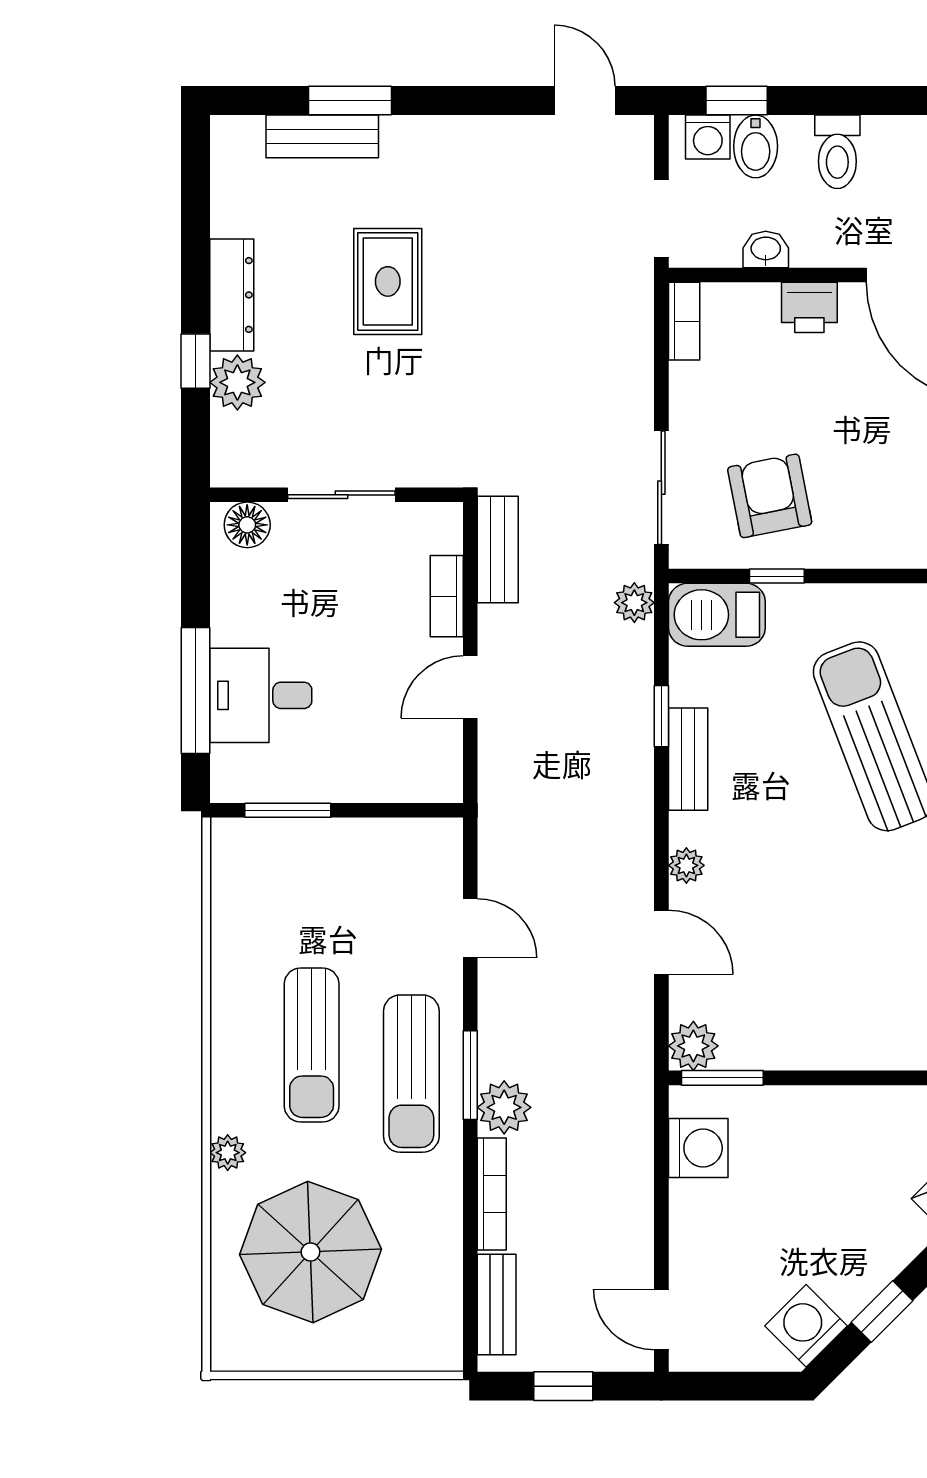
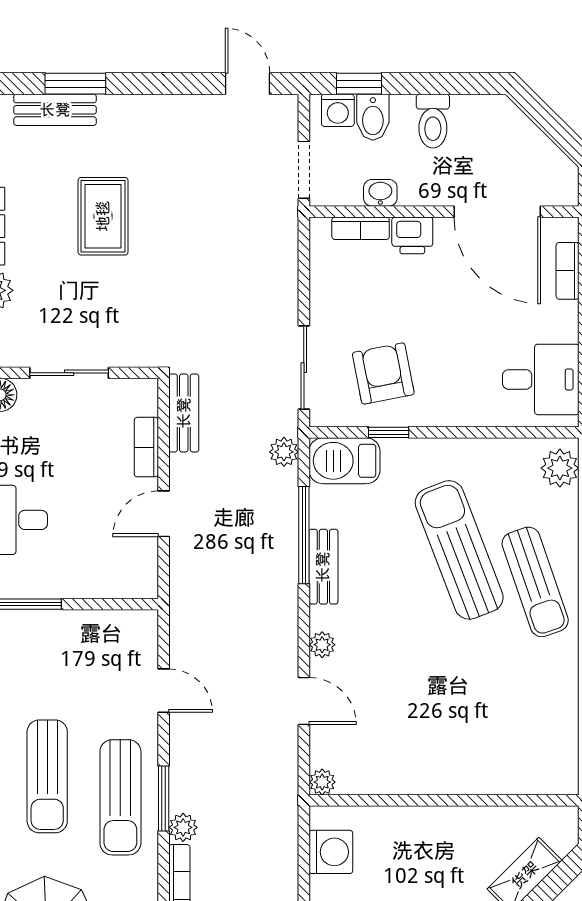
bookcase: (684, 321) -> (361, 228), moved, turned 90
window: (661, 716) -> (304, 535), width x2.17
plant: (693, 1046) -> (322, 782), width x0.73, depth x0.73
window: (722, 1078) -> (349, 800), removed
plant: (504, 1107) -> (183, 827), width x0.73, depth x0.73

